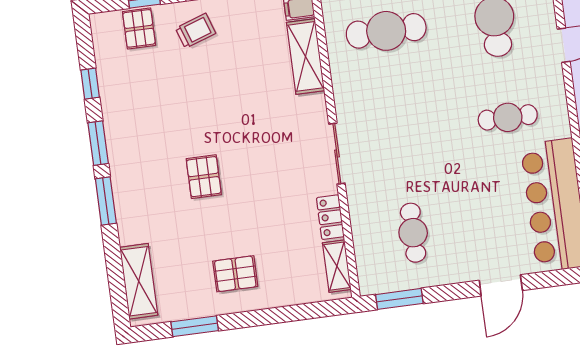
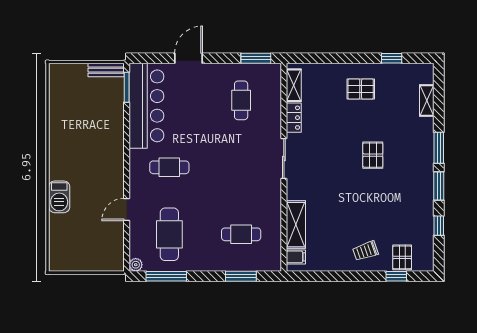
cafe table: (386, 31) -> (241, 234), width x0.73, depth x0.74
shelving: (139, 281) -> (427, 100), width x0.67, depth x0.75
window: (195, 326) -> (392, 58), width x0.67

